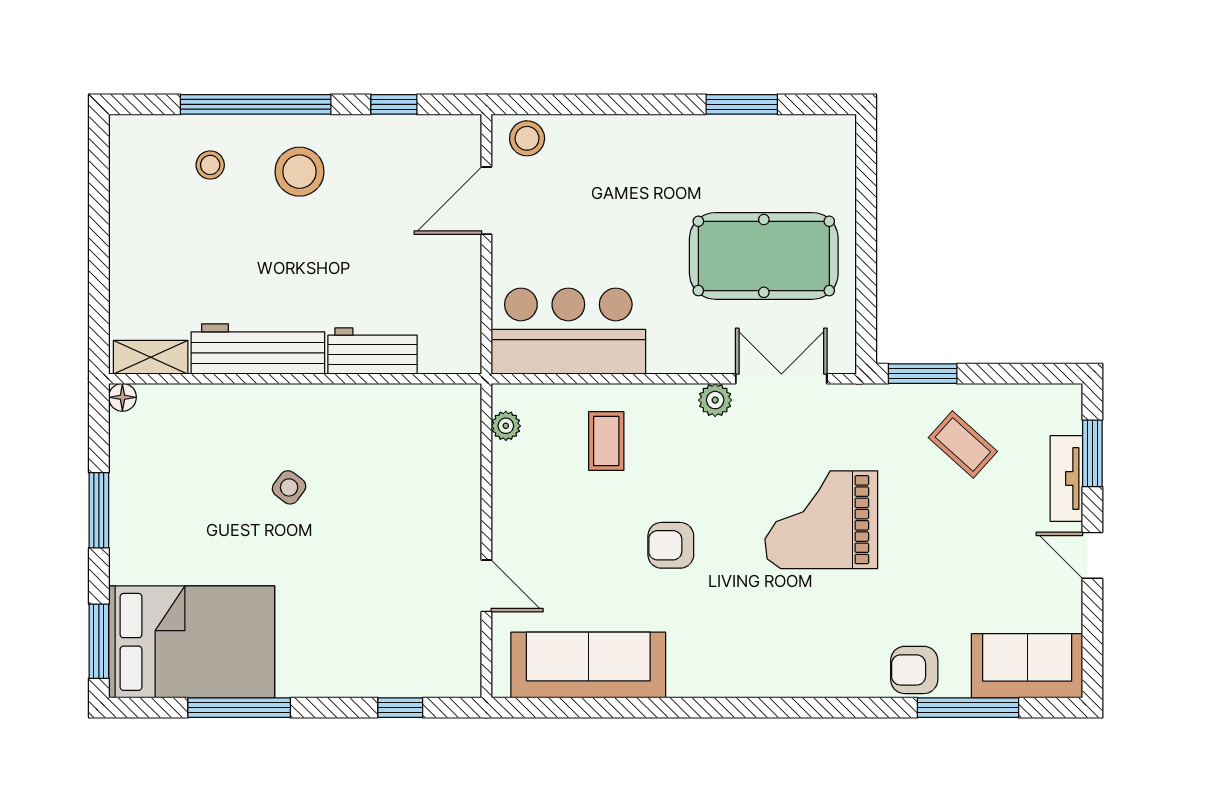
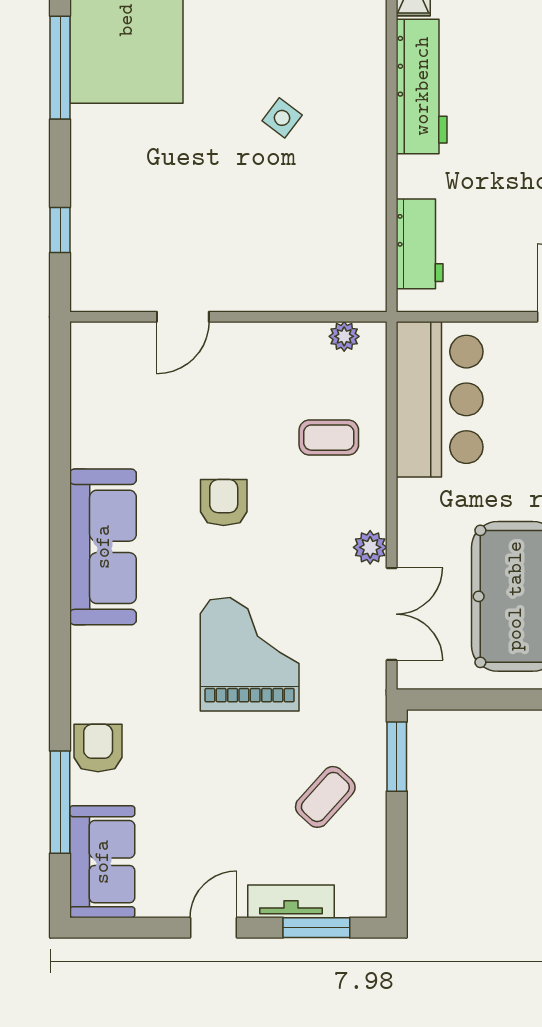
workbench: (373, 351) -> (420, 244), moved
sofa: (588, 665) -> (103, 547), moved

